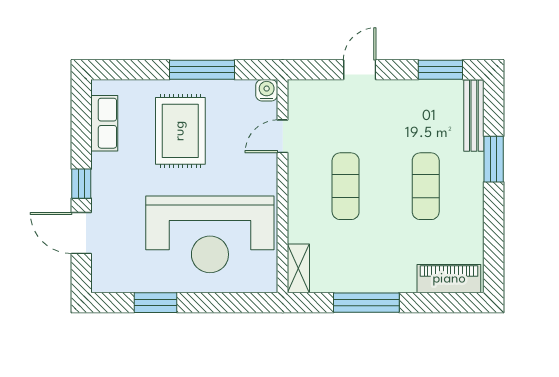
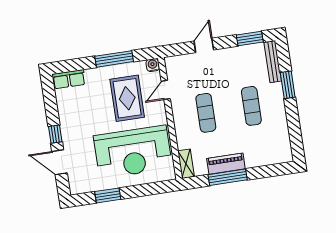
row of seats: (104, 123) -> (69, 79), moved, turned 90
rug: (180, 131) -> (127, 98), moved
piano: (449, 279) -> (226, 164), moved

